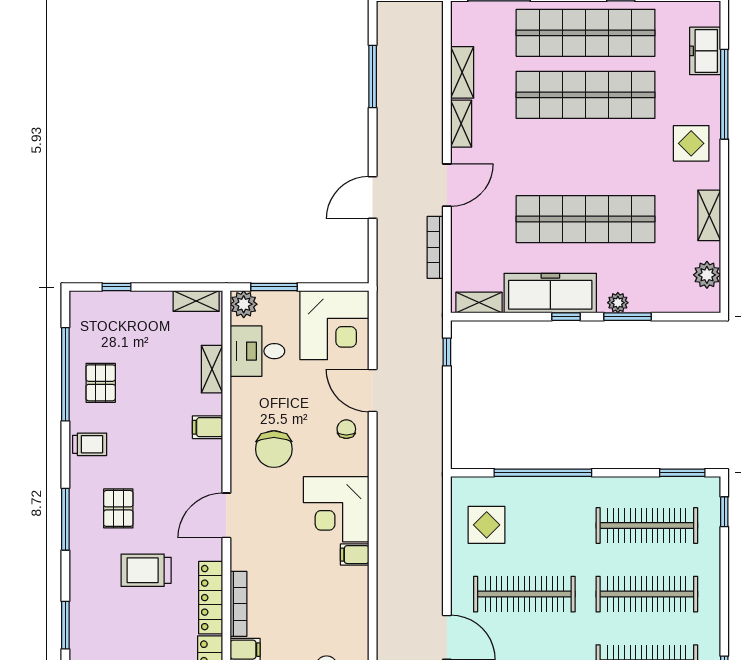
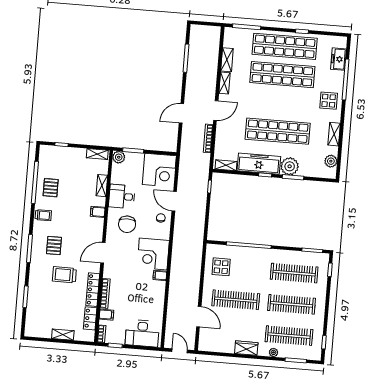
plant: (618, 303) -> (290, 166), width x1.88, depth x1.88
desk: (257, 351) -> (122, 196), moved

